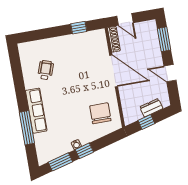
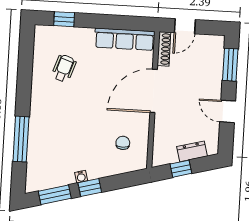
door: (125, 19) -> (185, 26), hinge flipped
window: (79, 28) -> (64, 19), moved
door: (114, 71) -> (154, 91), swing flipped
row of seats: (36, 111) -> (125, 39), moved, turned 90
chair: (100, 113) -> (123, 143), width x0.54, depth x0.54

